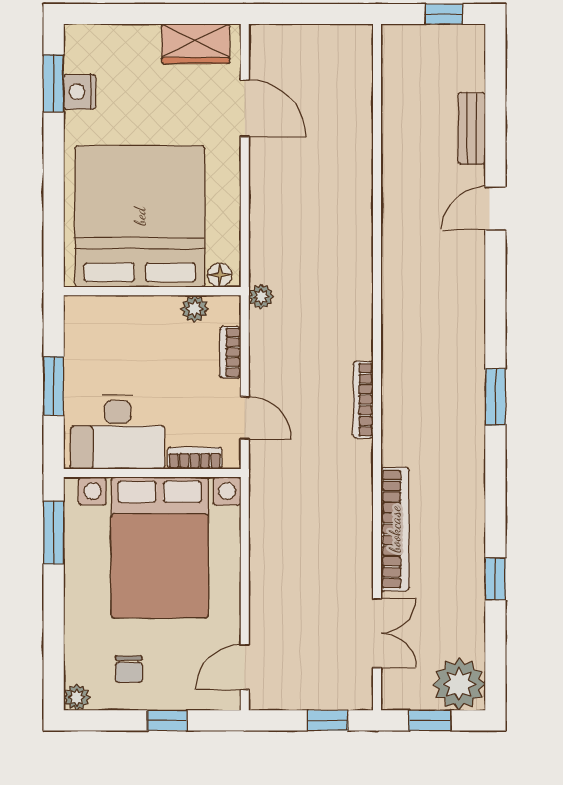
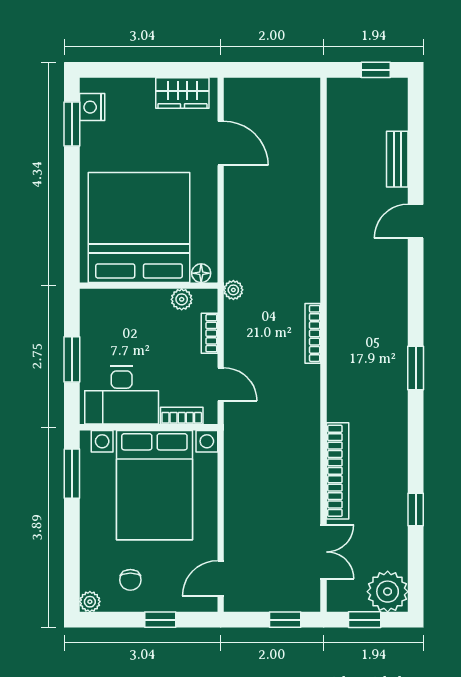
nightstand: (80, 92) -> (92, 107), moved
bookcase: (363, 400) -> (313, 333), moved

